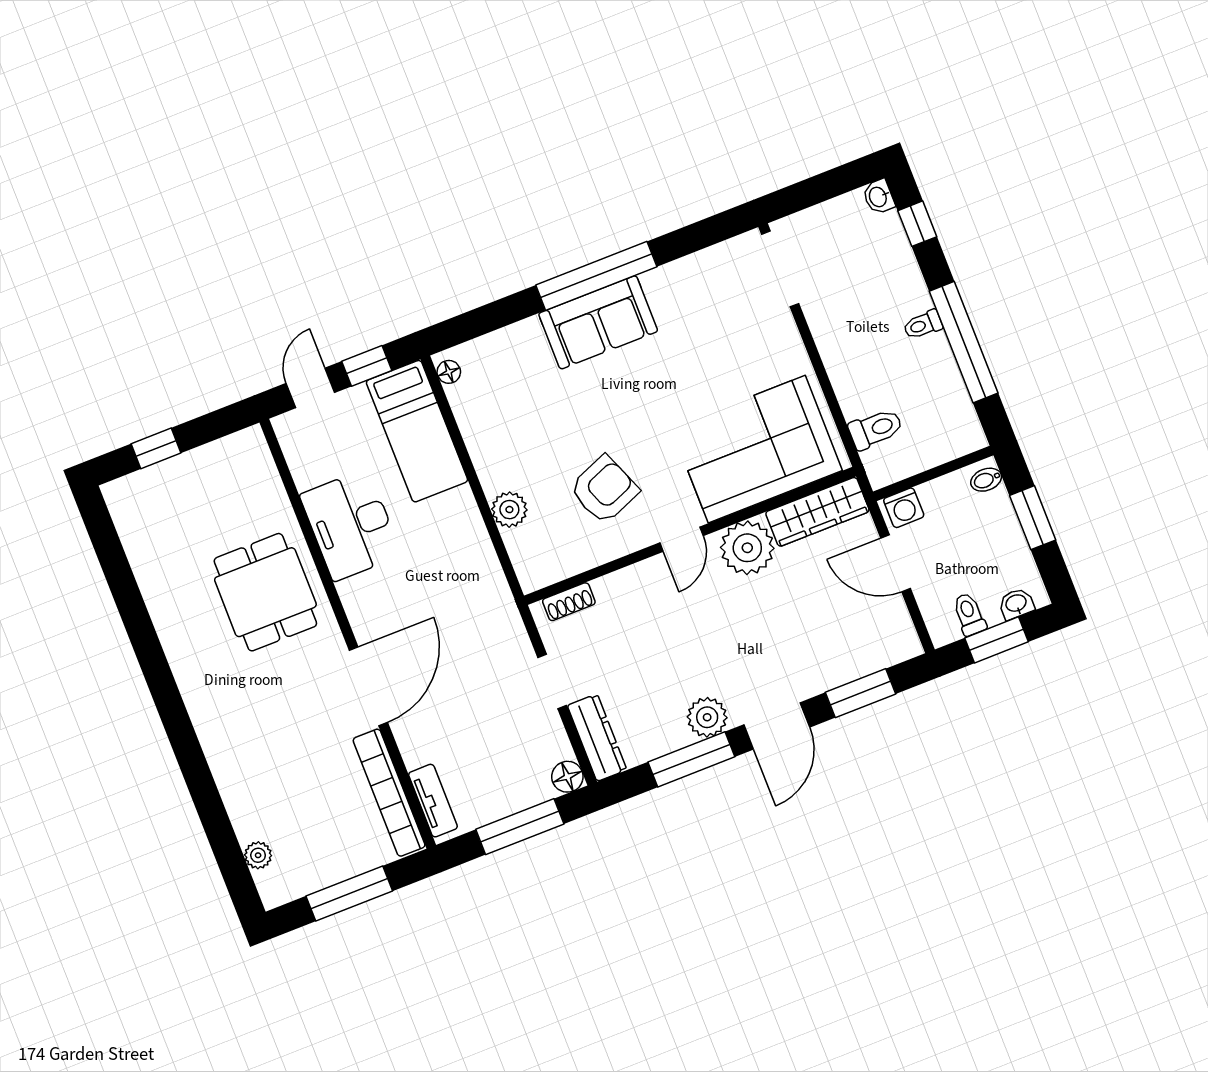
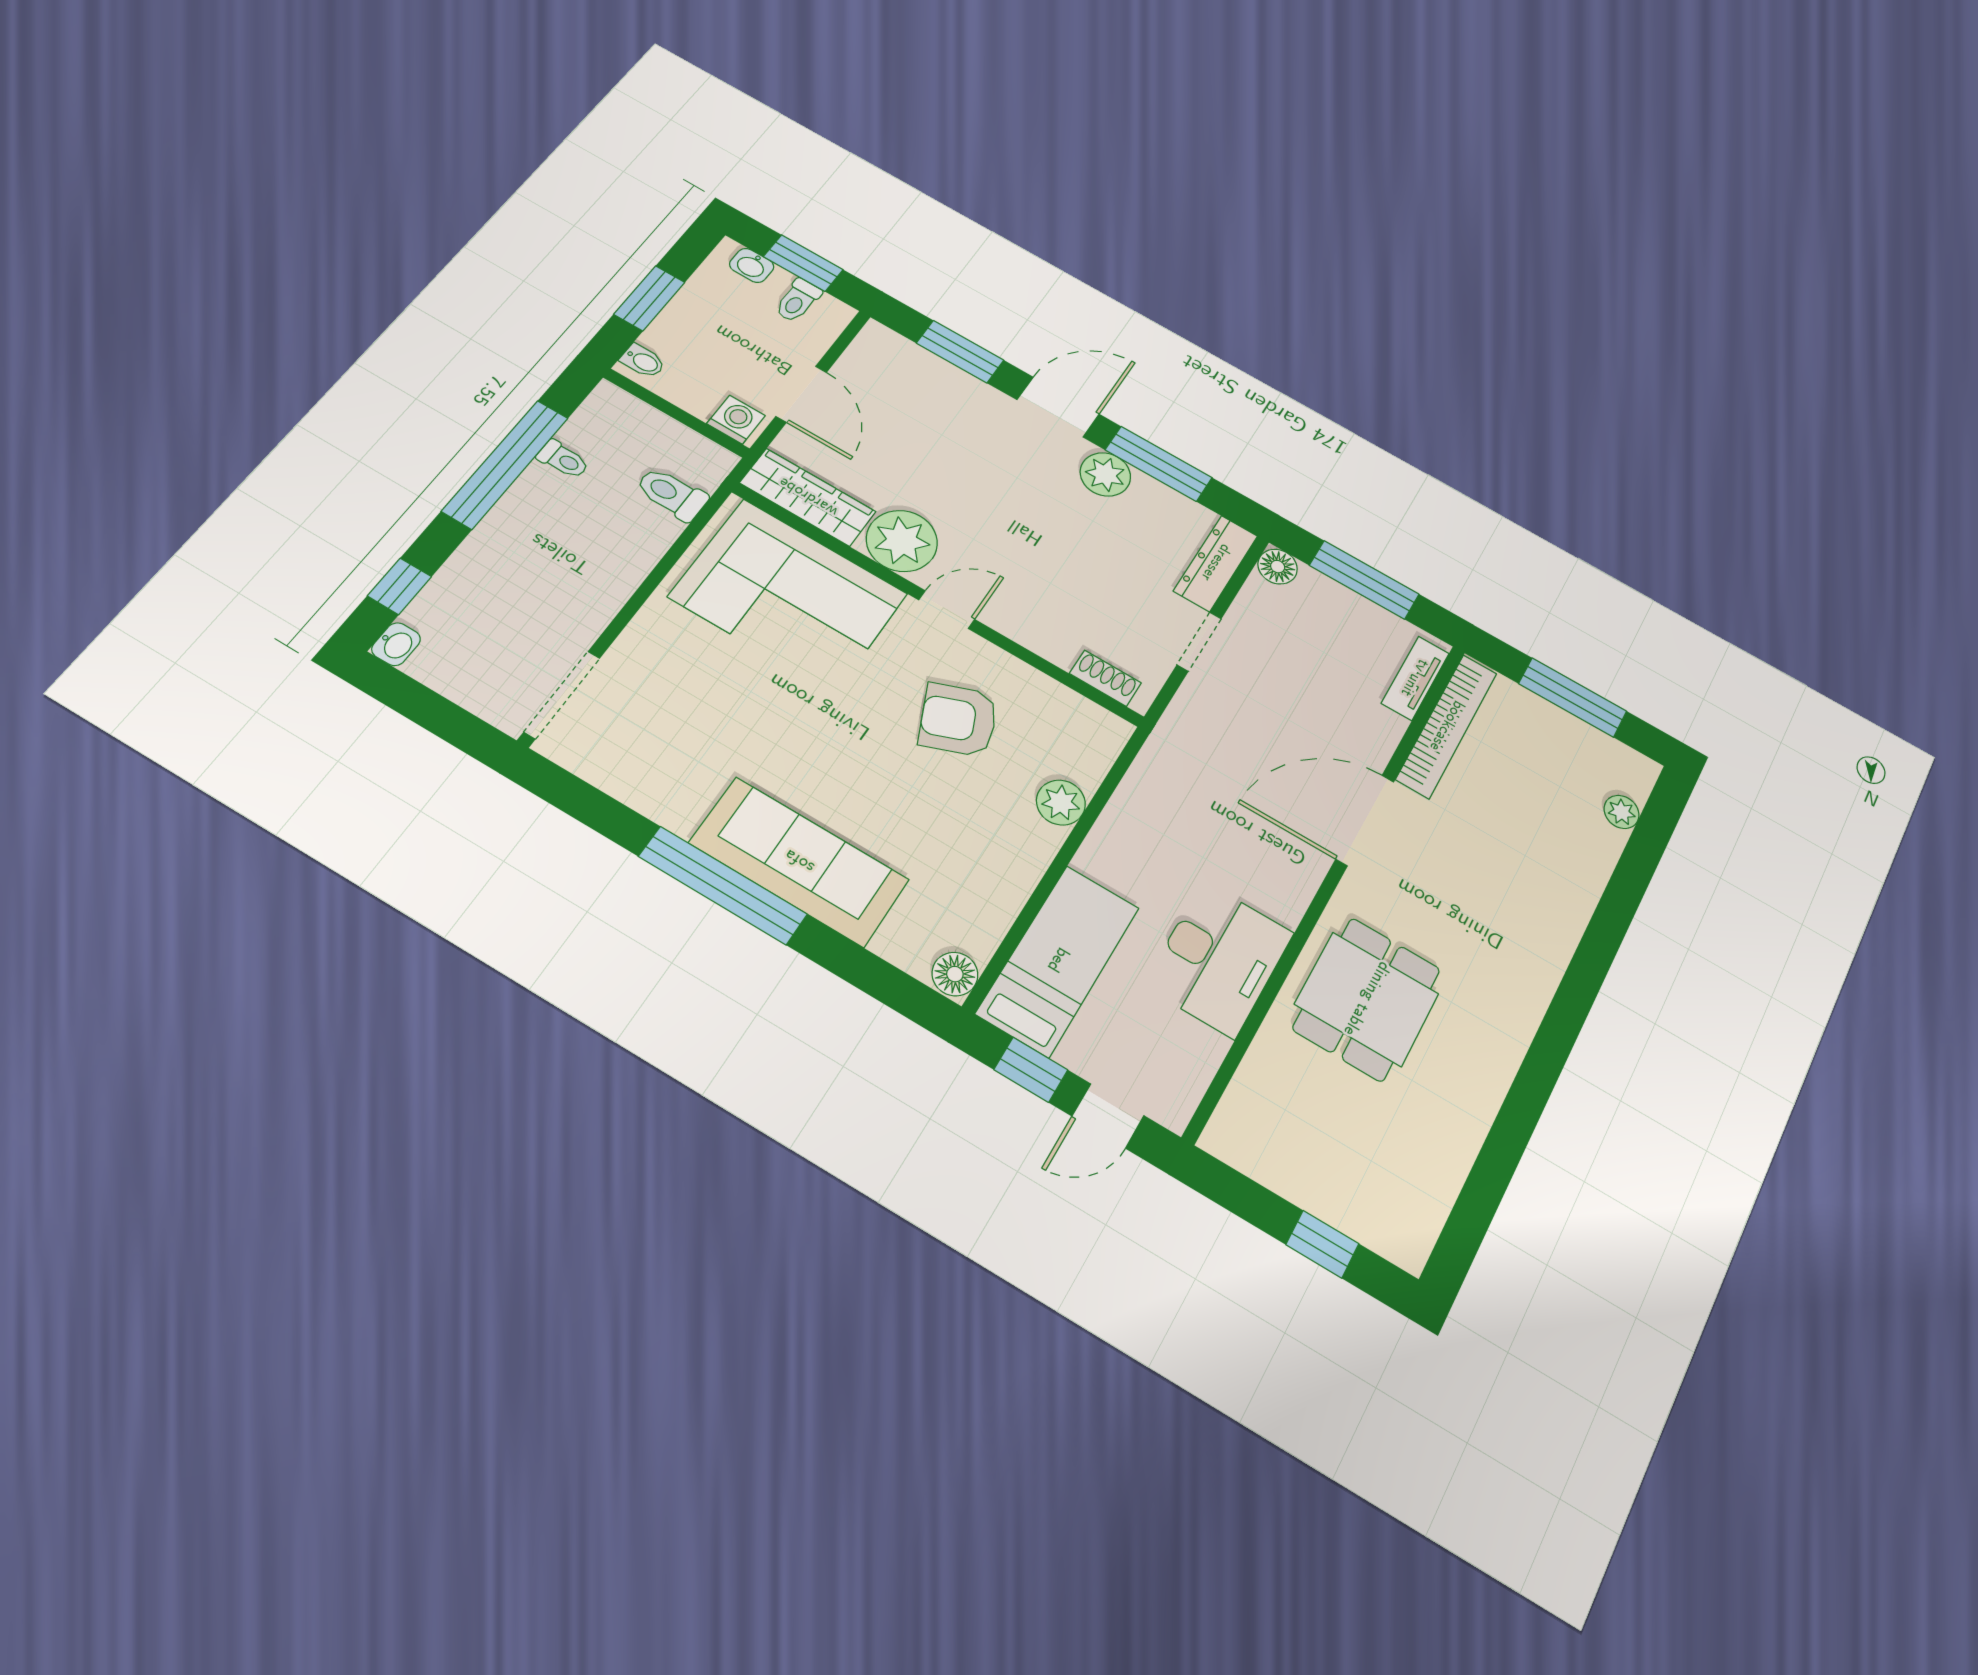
sofa: (598, 322) -> (799, 861), width x1.36
toilet: (923, 325) -> (563, 459), moved
floor lamp: (449, 372) -> (955, 974), width x1.37, depth x1.37

